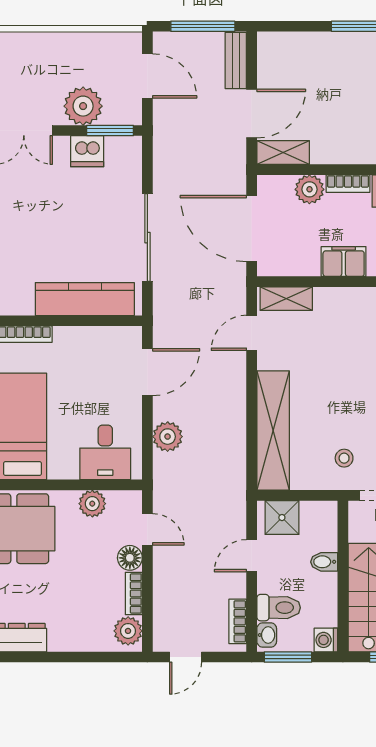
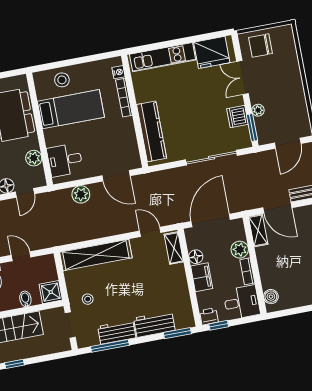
plant: (83, 106) -> (258, 110), width x0.53, depth x0.53
sliding door: (147, 238) -> (211, 158), moved
floor lamp: (307, 265) -> (196, 257), added
shower: (282, 518) -> (51, 292), moved

